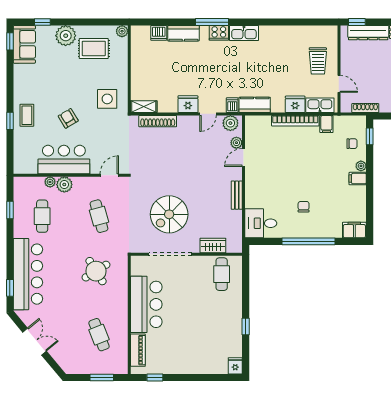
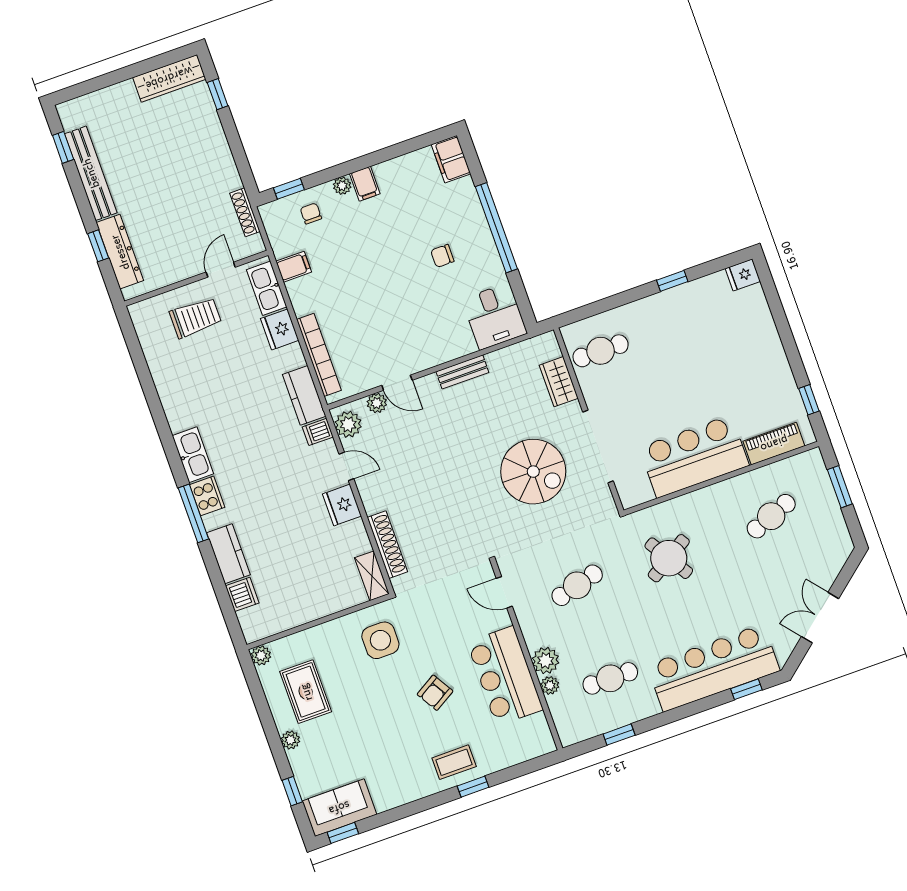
window: (357, 22) -> (98, 246), moved
plant: (66, 36) -> (290, 740), width x0.53, depth x0.53
bookcase: (295, 121) -> (319, 355), moved

